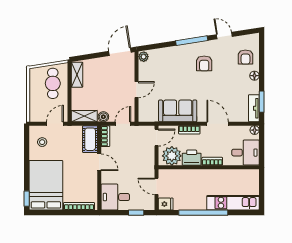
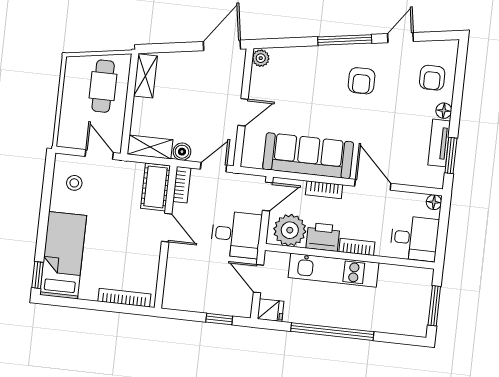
door: (224, 36) -> (401, 38), hinge flipped
tv unit: (254, 108) -> (439, 143), moved
sofa: (178, 111) -> (308, 156), width x1.36
door: (55, 124) -> (99, 154), hinge flipped
bed: (46, 185) -> (63, 255), width x0.67
window: (262, 191) -> (434, 306), added
desk: (115, 197) -> (236, 234), moved, turned 180
kitchen unit: (233, 203) -> (334, 270), moved, turned 180

